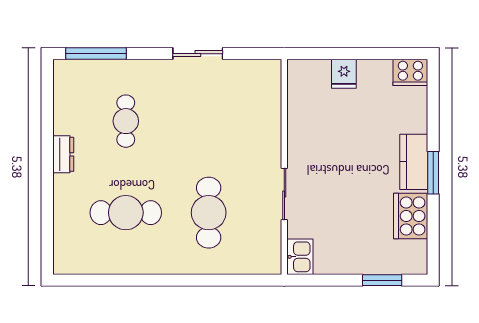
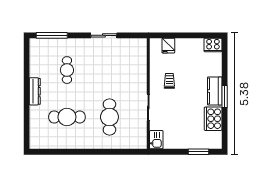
fridge: (344, 74) -> (168, 46), moved
trolley: (325, 142) -> (169, 81), added
dresser: (63, 154) -> (35, 91), width x1.44

